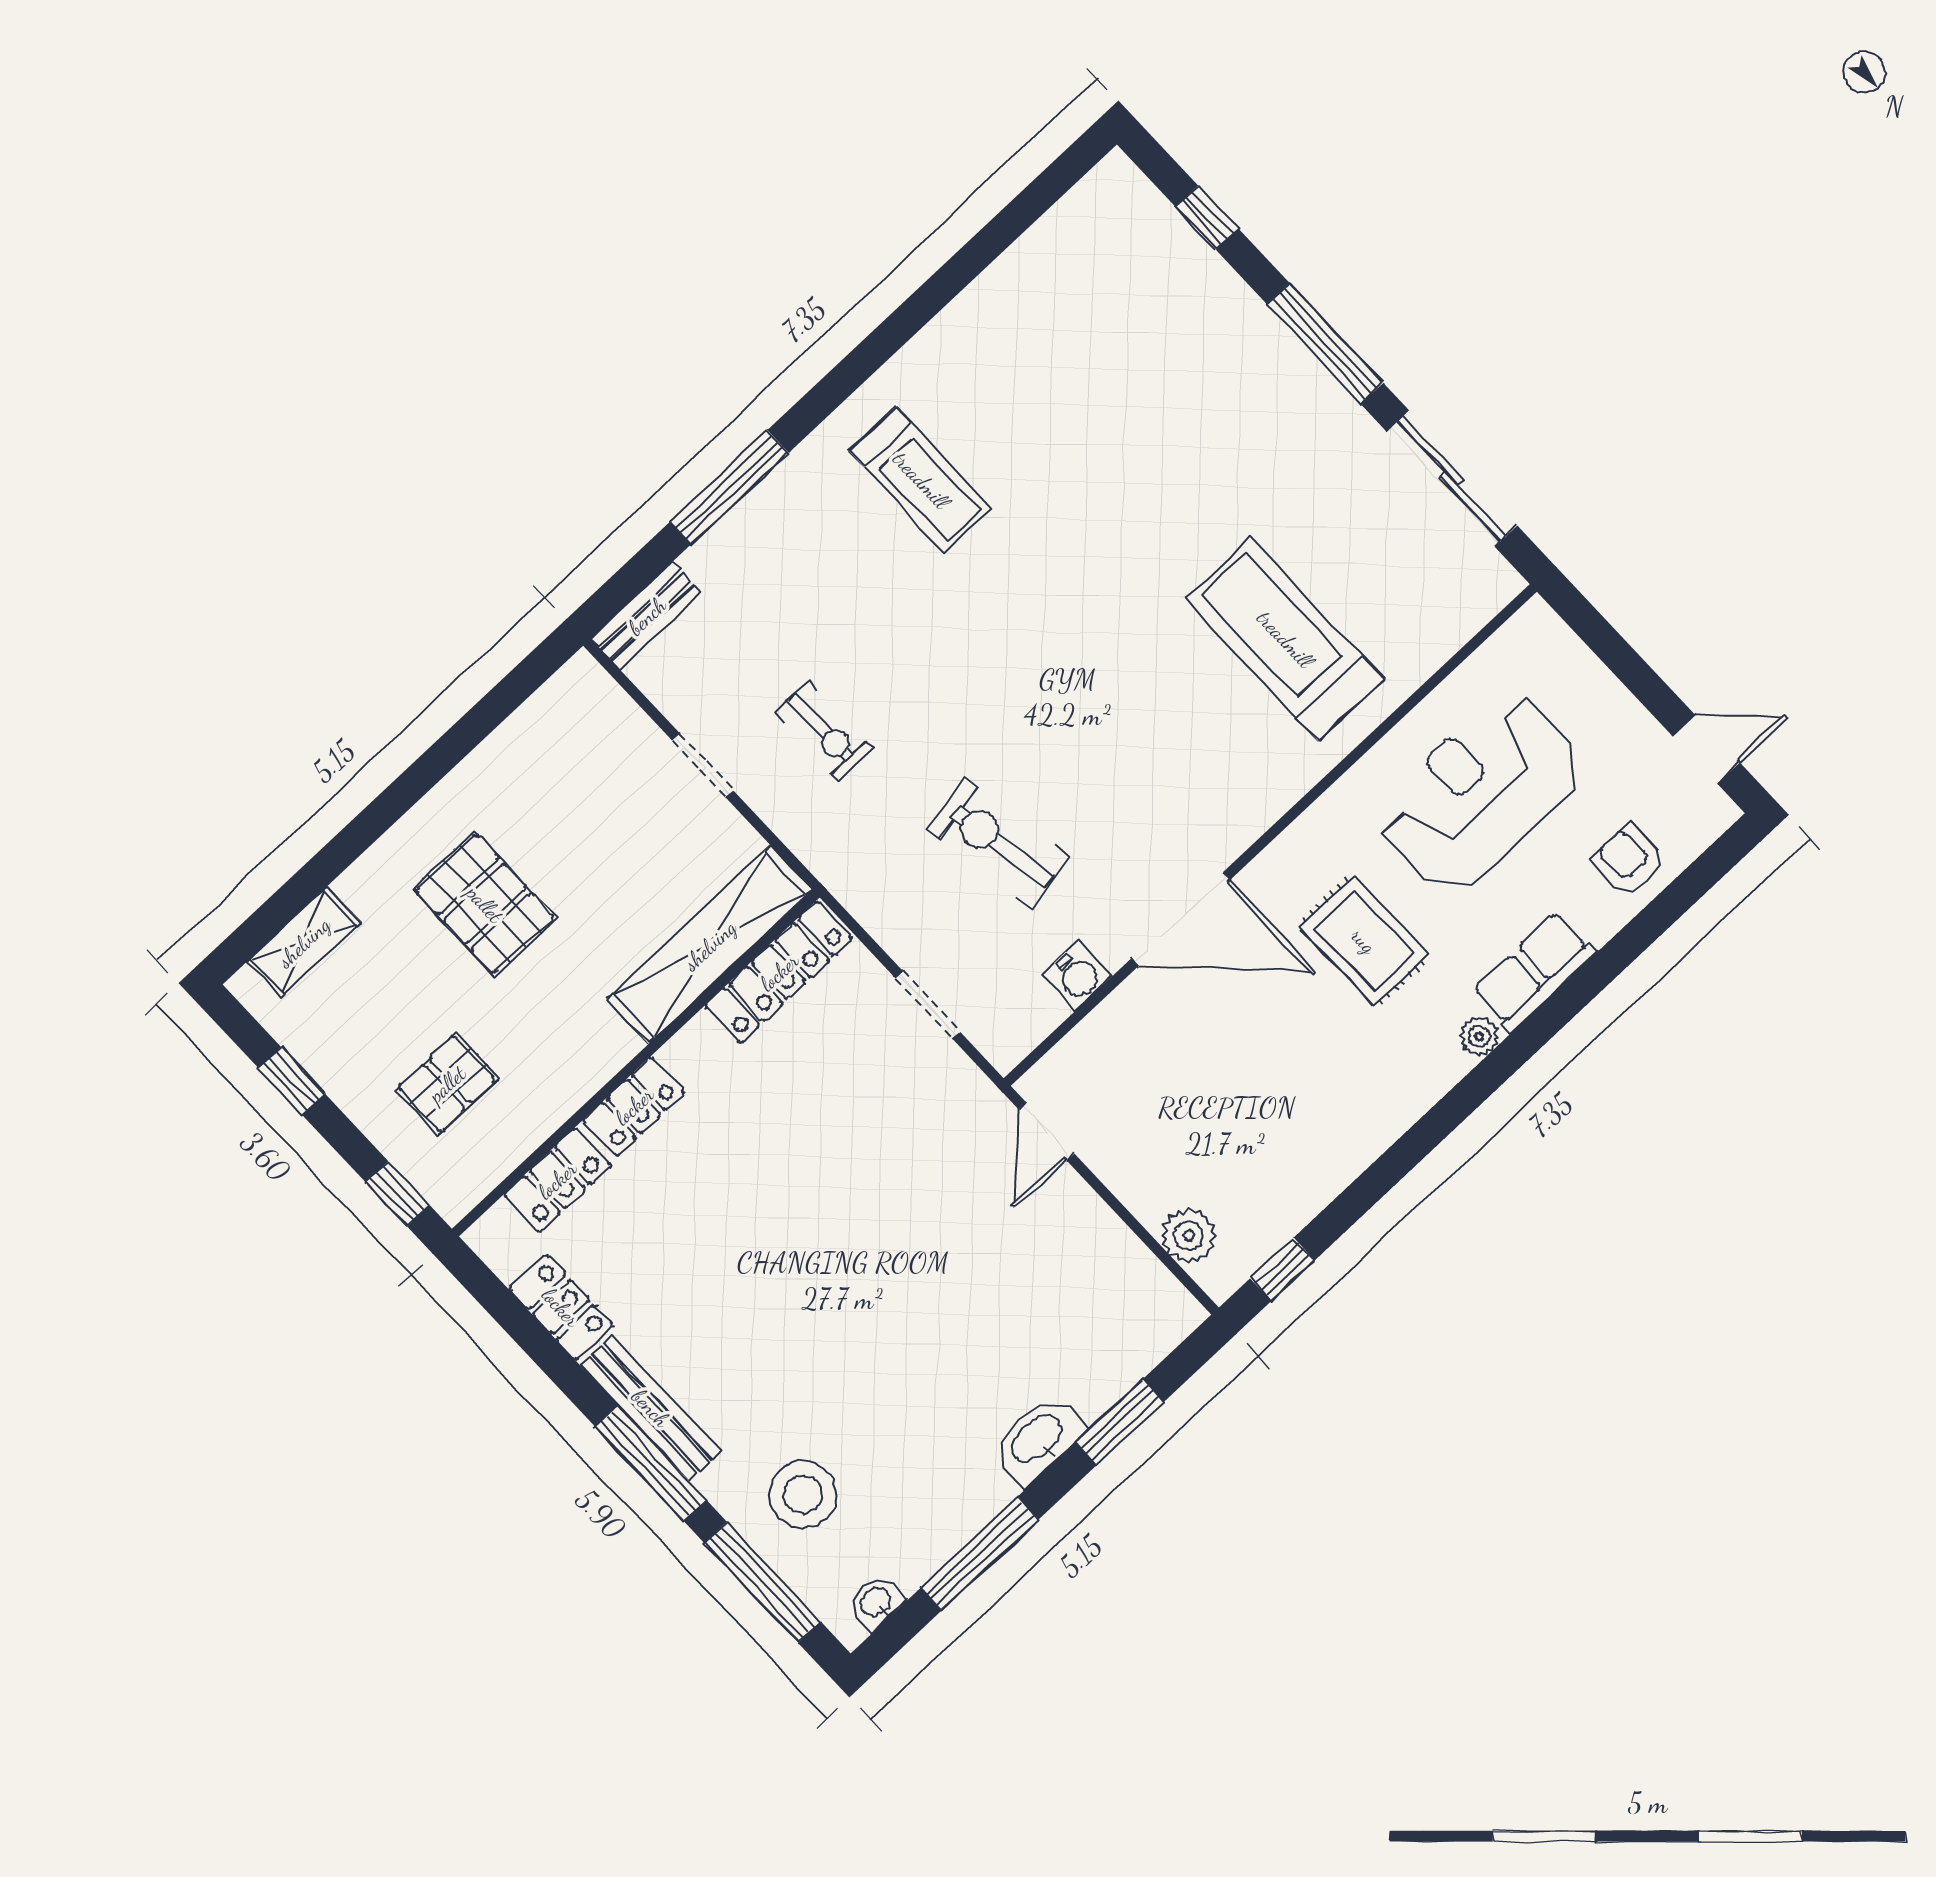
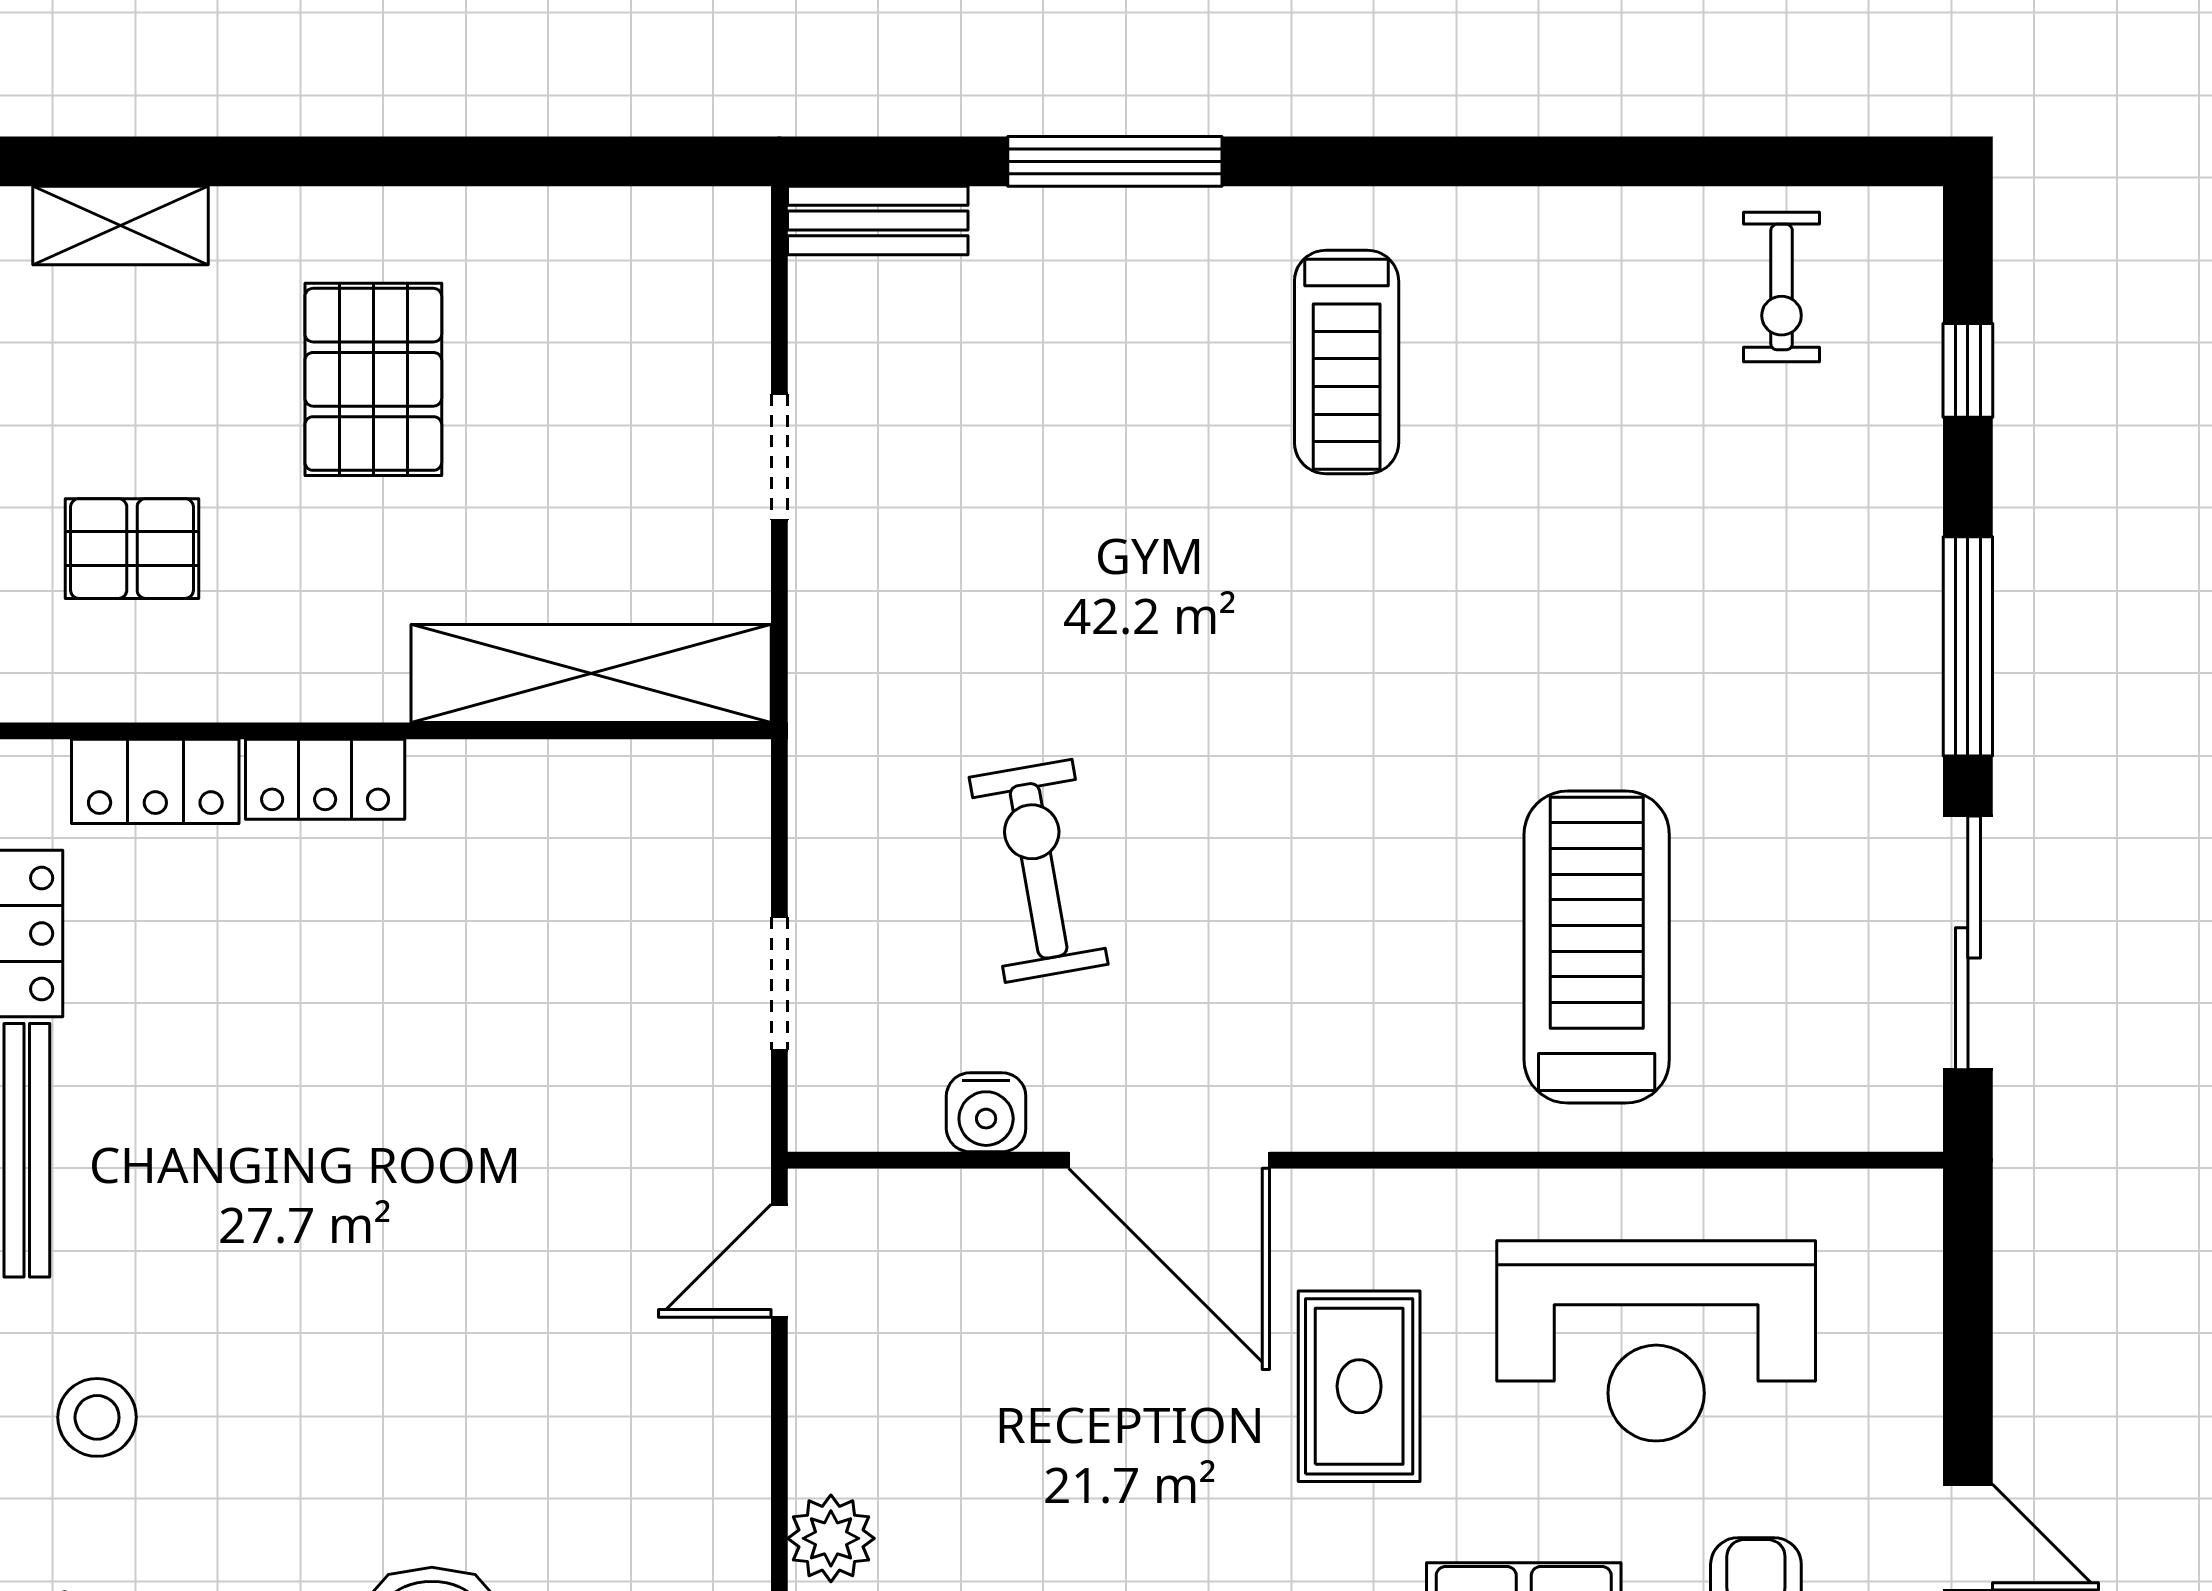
exercise bike: (824, 731) -> (1782, 287), moved
reception desk: (1480, 793) -> (1656, 1341), turned 180
locker: (779, 972) -> (642, 781), removed
stool: (803, 1494) -> (97, 1417), width x0.73, depth x0.73

